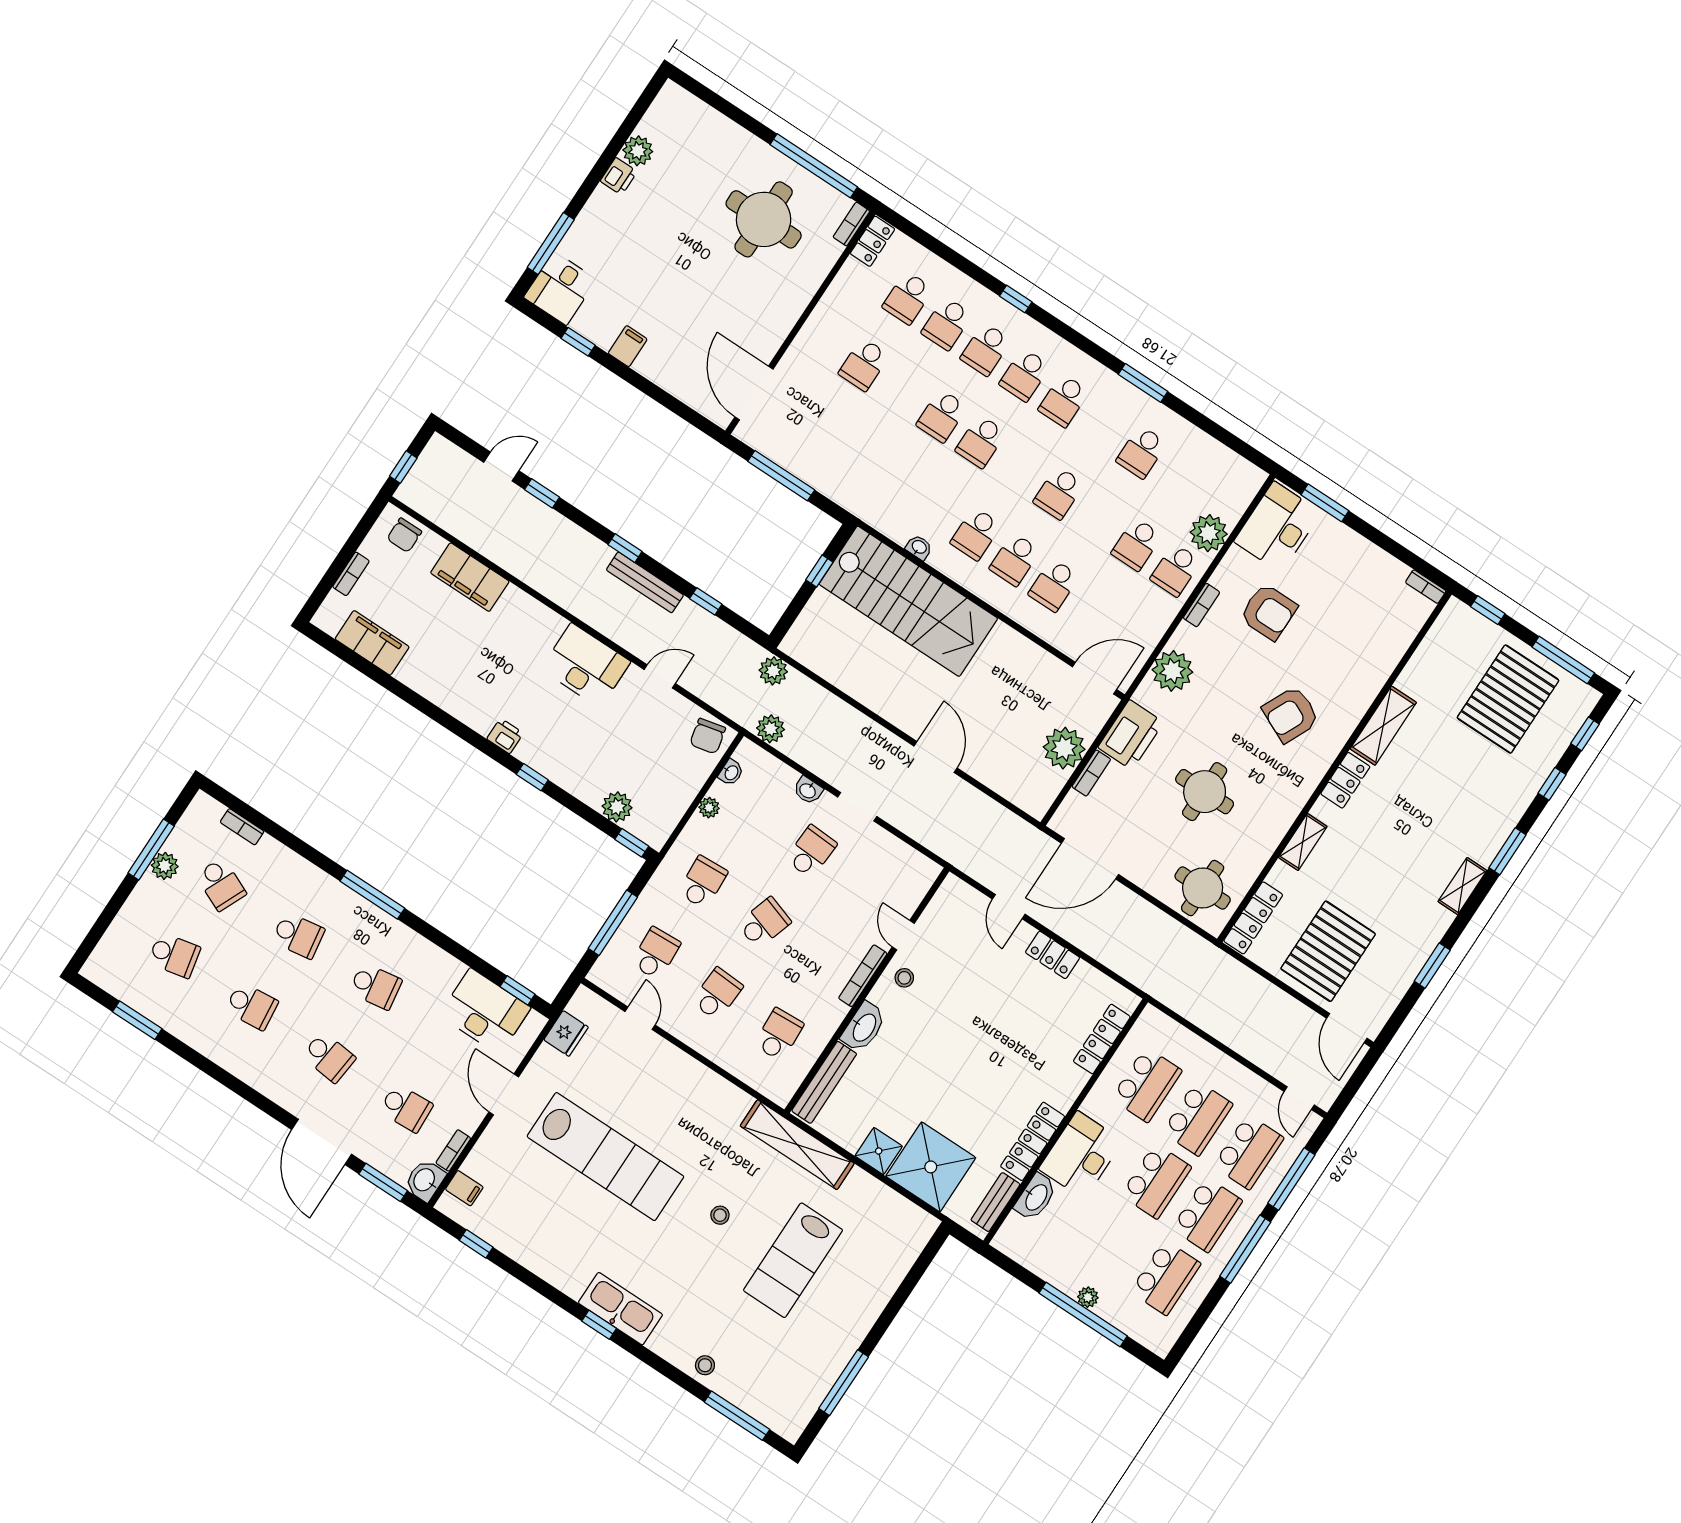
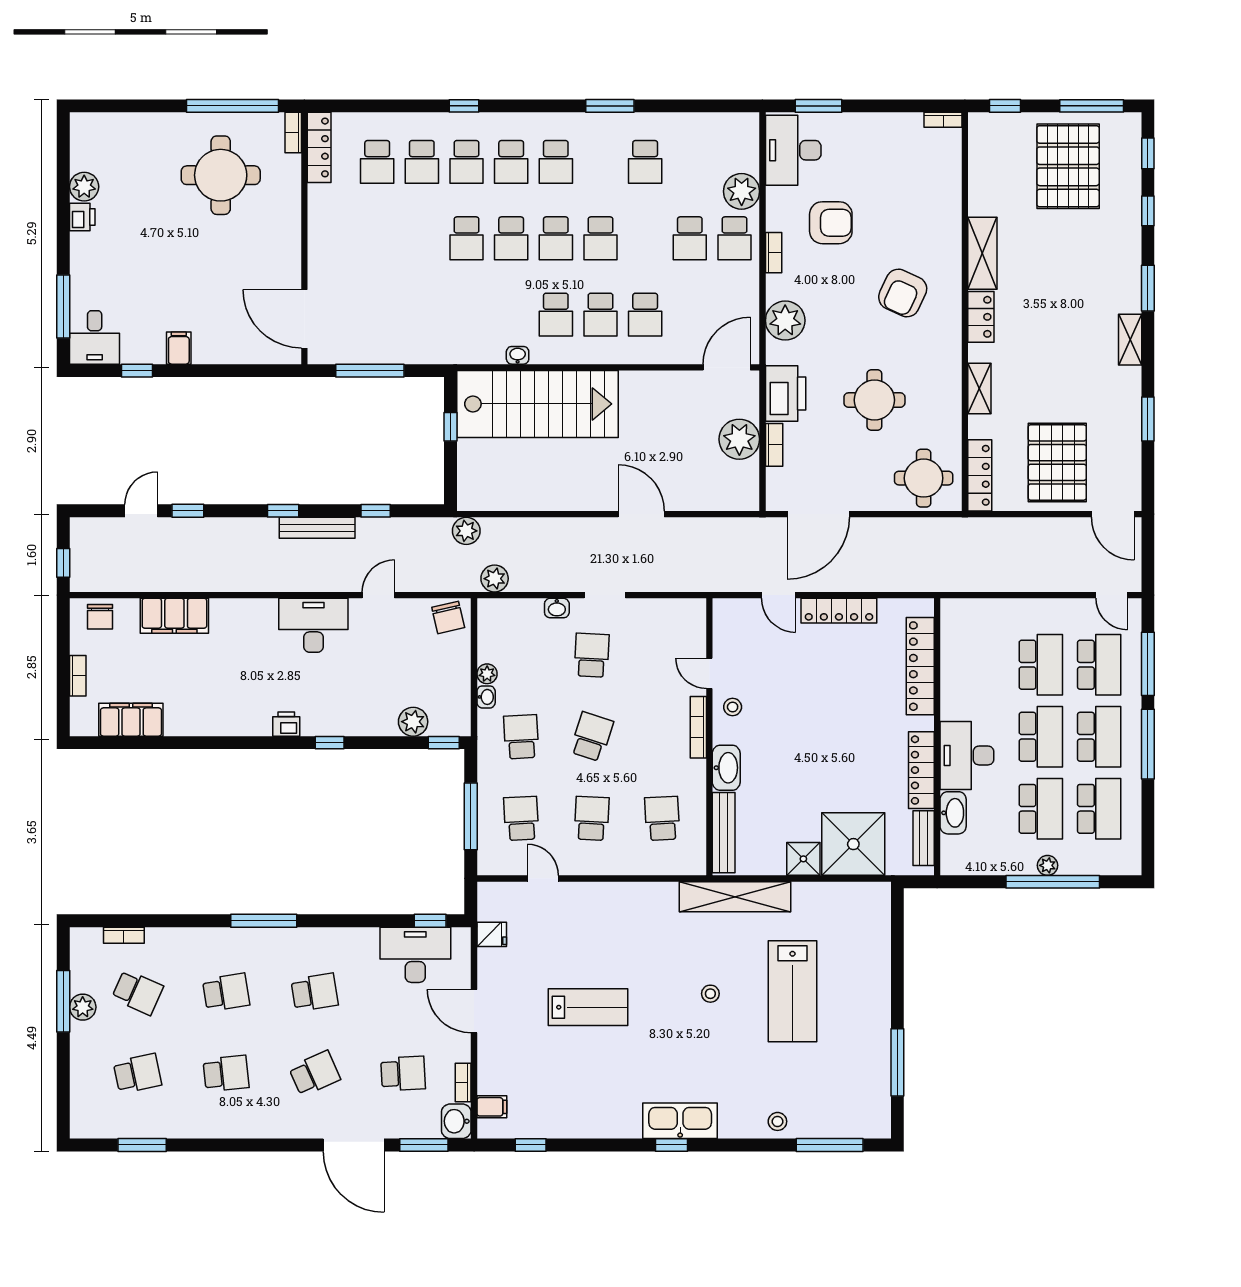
locker: (872, 241) -> (319, 147), width x1.53
school desk: (864, 364) -> (556, 238), moved
washbasin: (731, 772) -> (486, 697), moved
locker: (1053, 955) -> (839, 611), width x1.53
fridge: (566, 1033) -> (492, 934), width x0.72
locker: (1102, 1039) -> (920, 666), width x1.41, depth x1.21
school desk: (329, 1057) -> (315, 1073), turned -30
school desk: (1147, 1085) -> (1041, 809), moved
lab bench: (605, 1157) -> (588, 1007), width x0.54, depth x0.72

